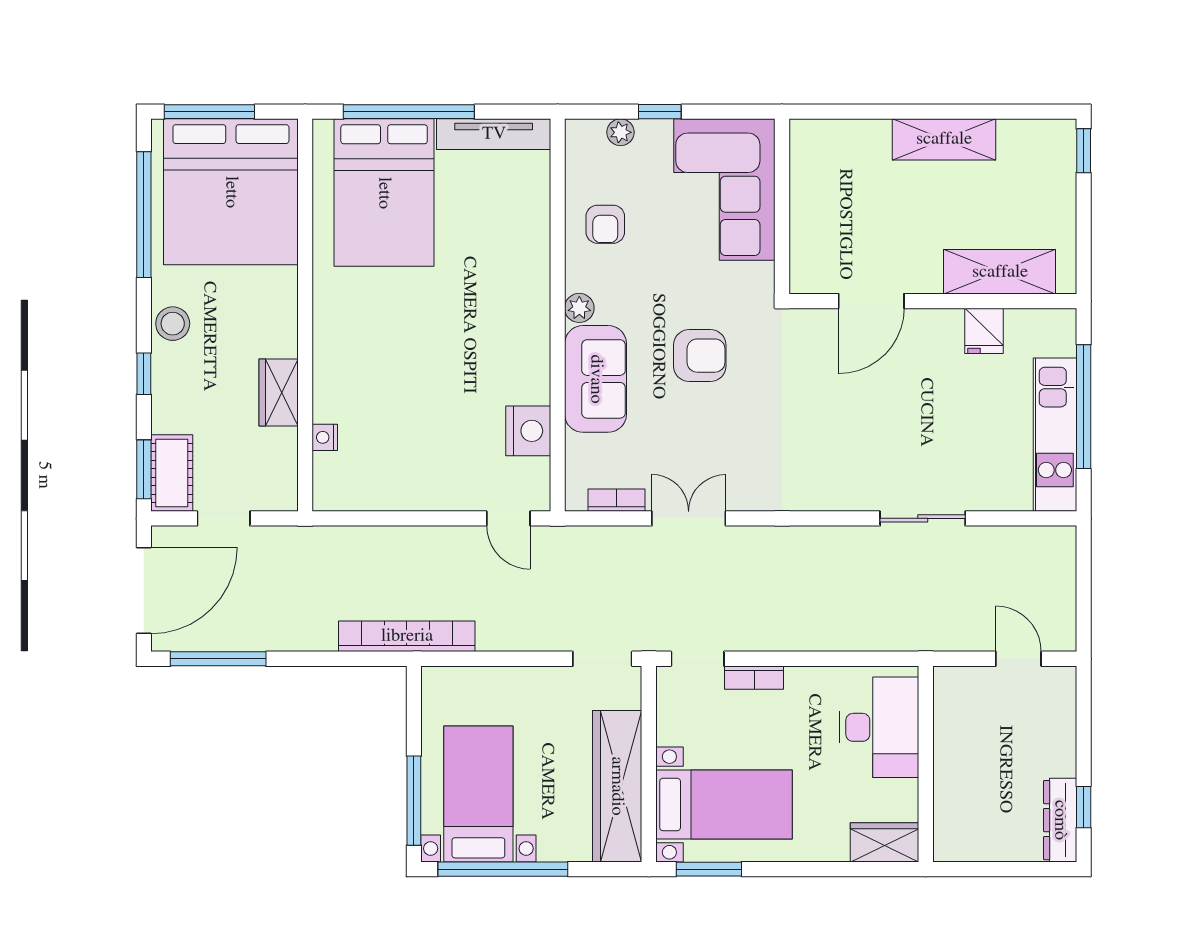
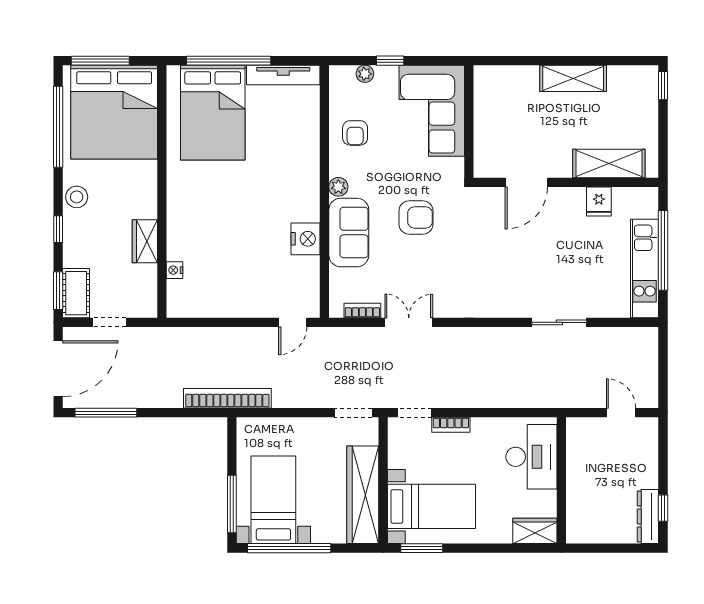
nightstand: (528, 431) -> (306, 239), moved
door: (508, 518) -> (293, 322), hinge flipped

